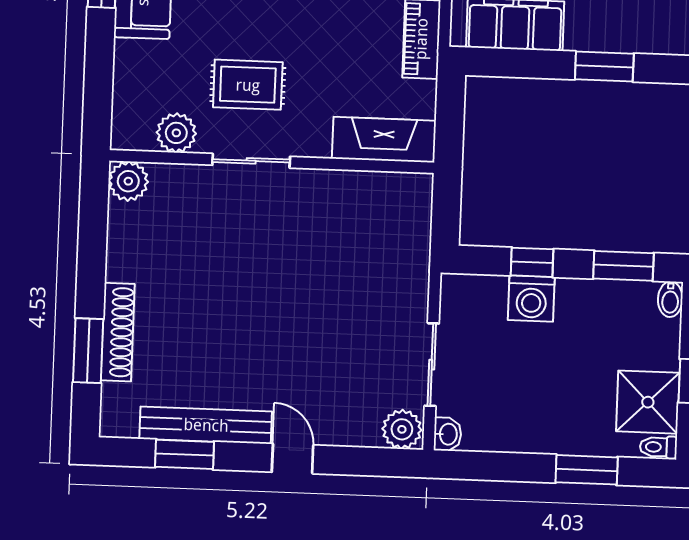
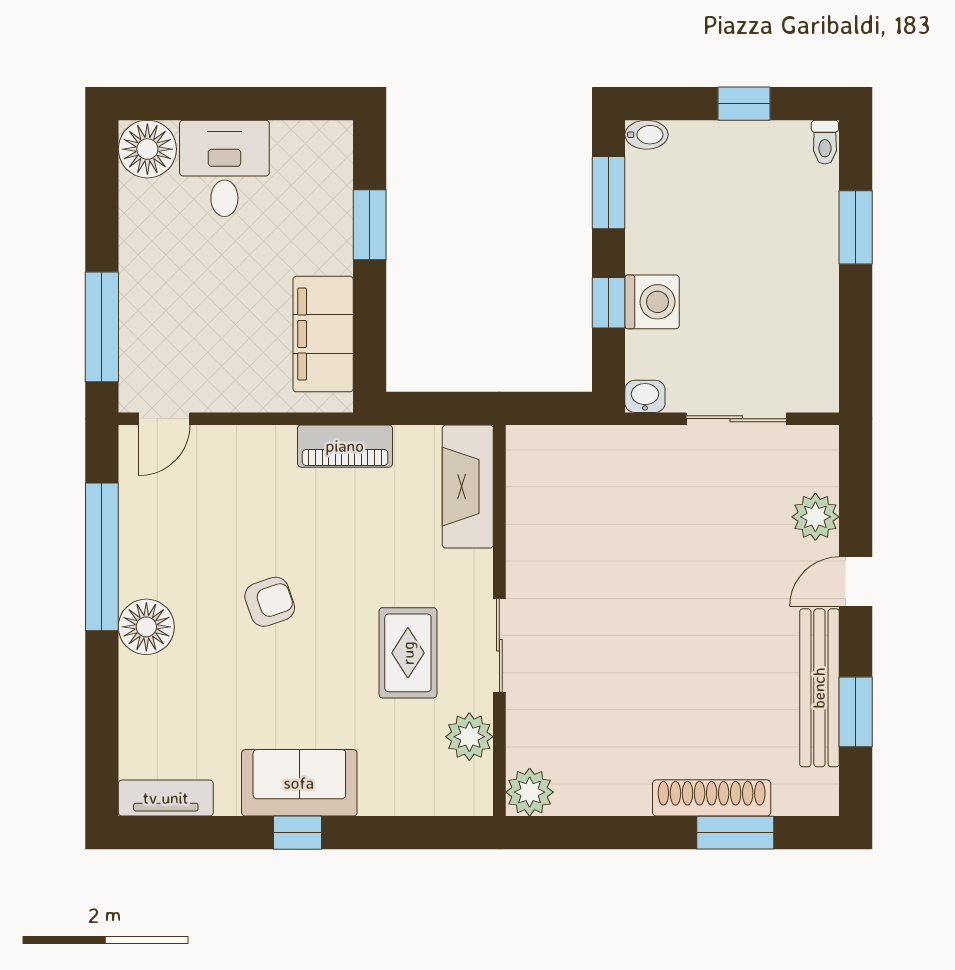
shower: (648, 402) -> (771, 157), removed
plant: (402, 429) -> (815, 517), moved
washbasin: (448, 434) -> (645, 396), moved

